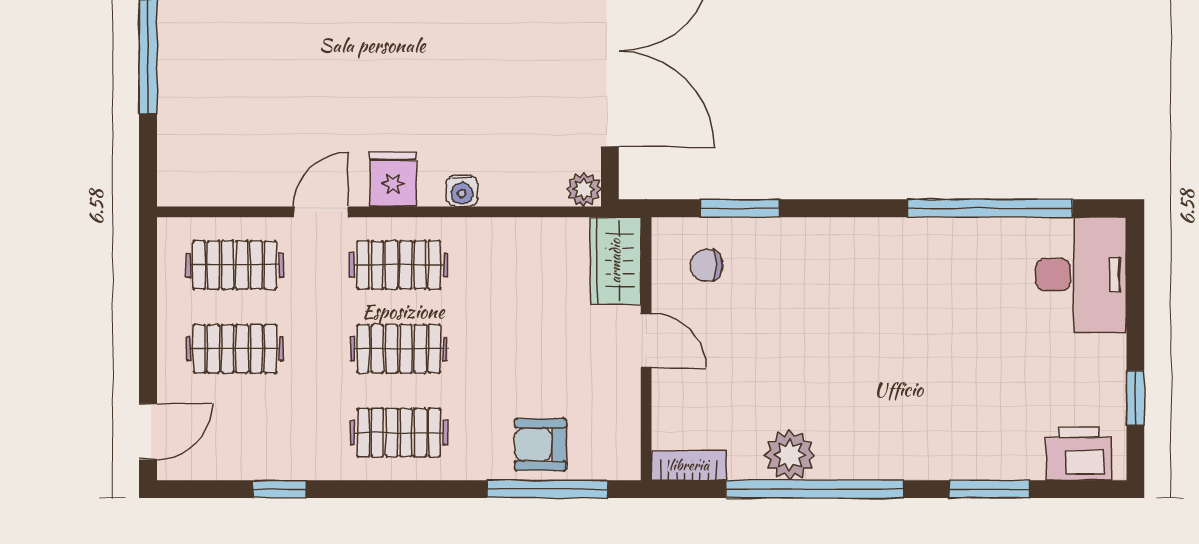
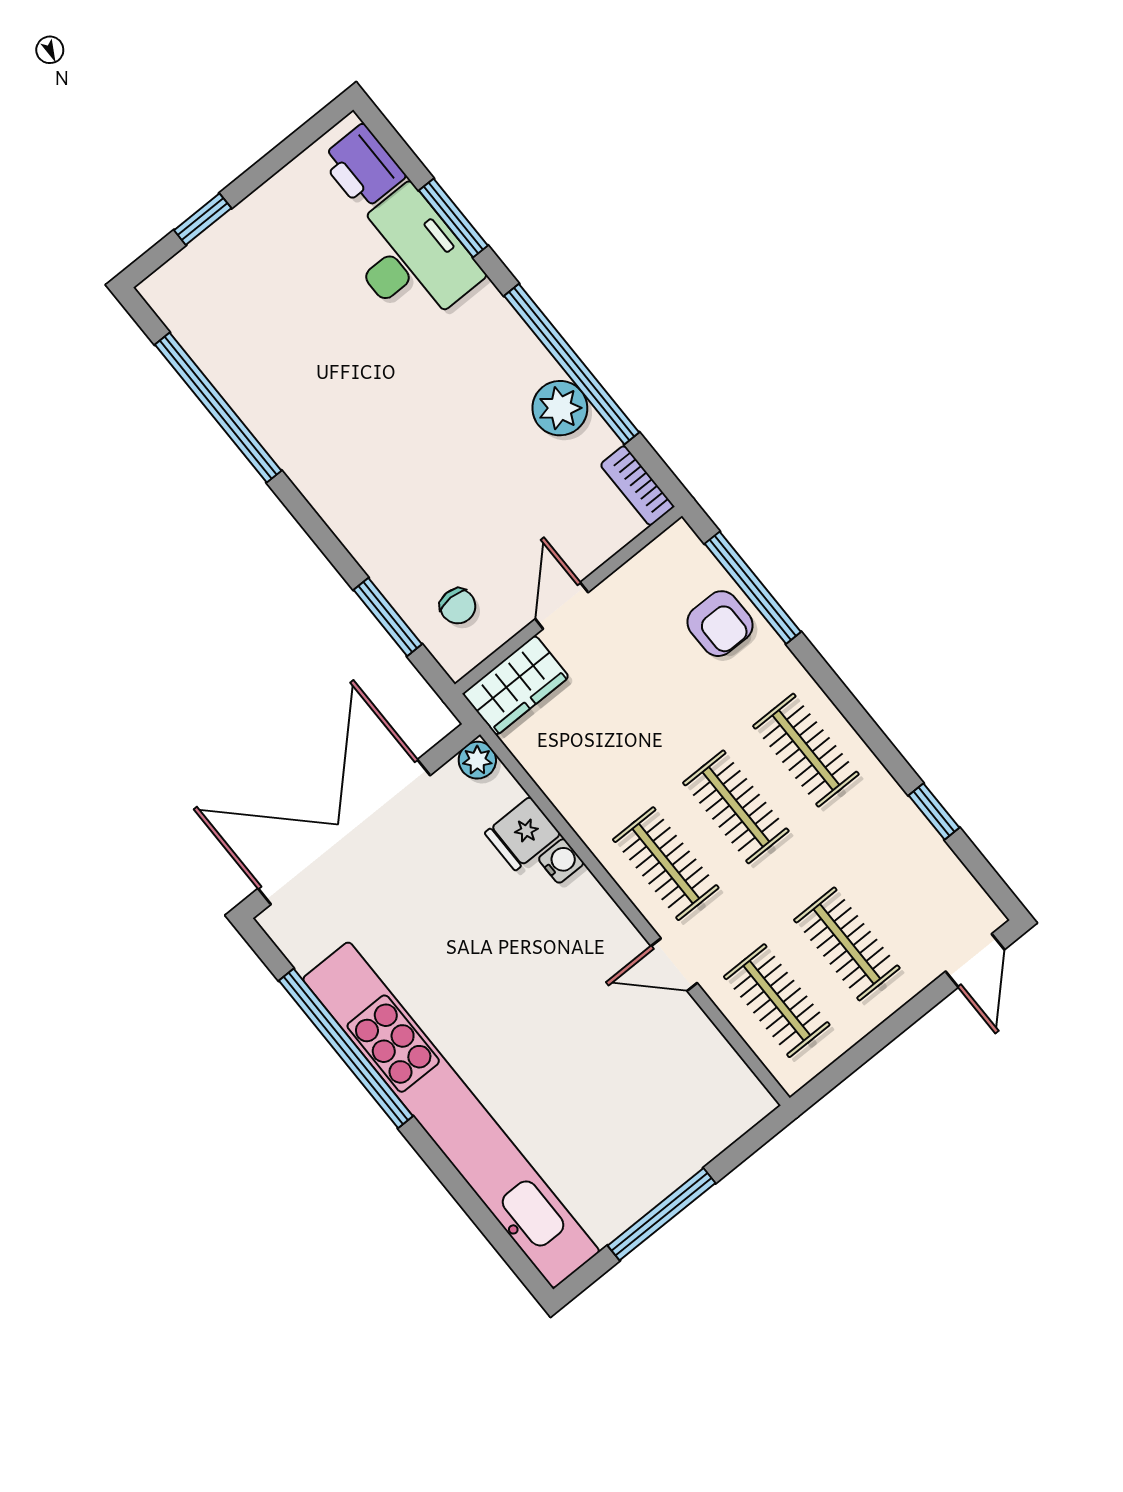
fridge: (393, 179) -> (523, 834), moved
desk: (1081, 275) -> (411, 258), moved, turned 90
window: (1135, 398) -> (203, 219), moved
door: (148, 432) -> (975, 960), swing flipped

